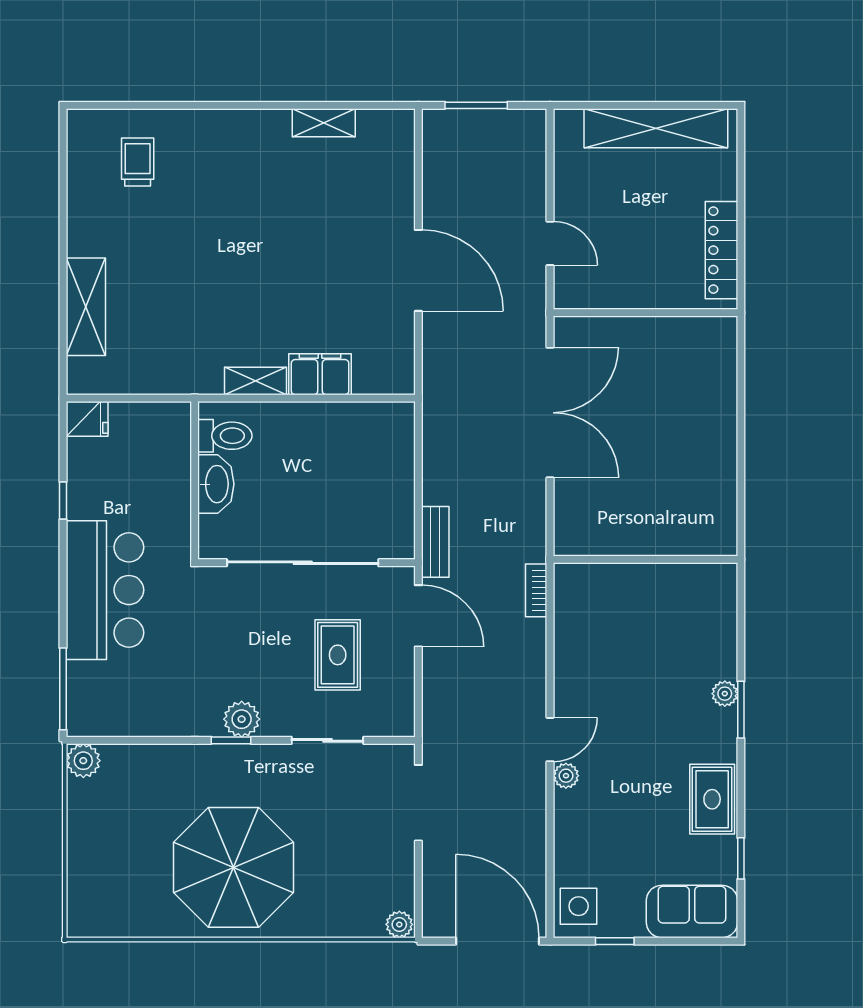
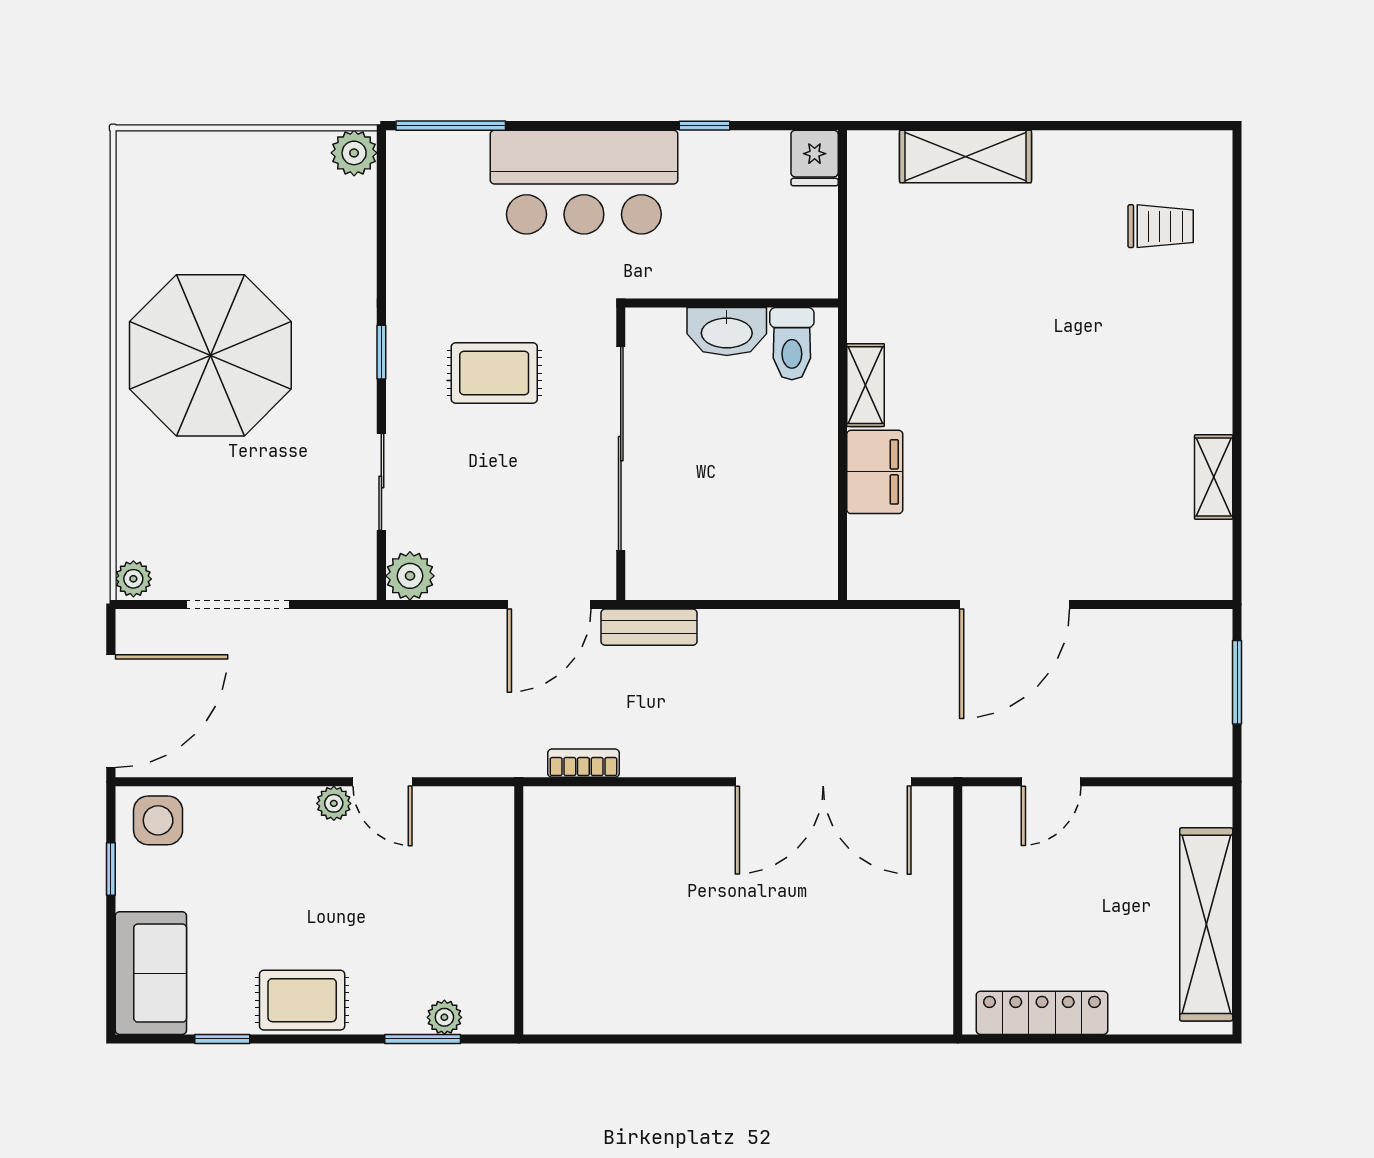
wall: (645, 559) -> (519, 910), moved
rug: (338, 655) -> (494, 373), moved
plant: (242, 719) -> (410, 576), moved
doorway: (418, 803) -> (238, 604), moved

